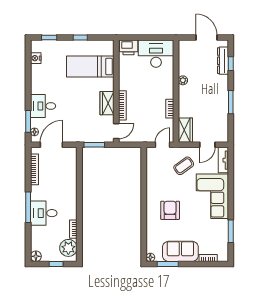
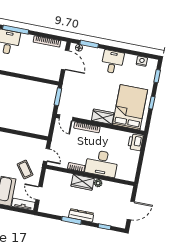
desk: (156, 54) -> (102, 163), moved, turned 90
dresser: (223, 61) -> (81, 215), moved
bed: (90, 67) -> (130, 107), width x1.50
wardrobe: (107, 103) -> (103, 117), moved
desk: (43, 106) -> (112, 62), moved
wardrobe: (185, 130) -> (83, 182), moved

